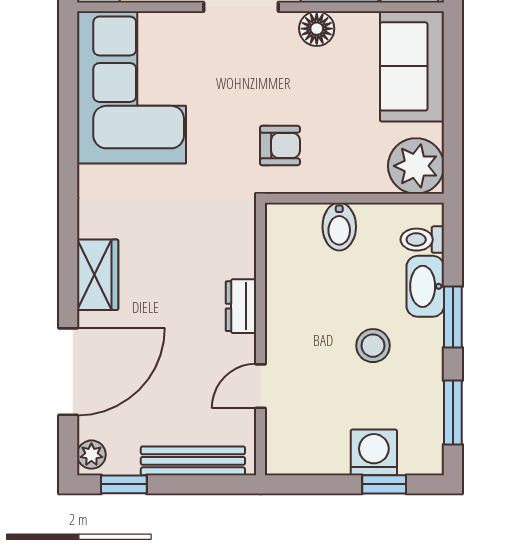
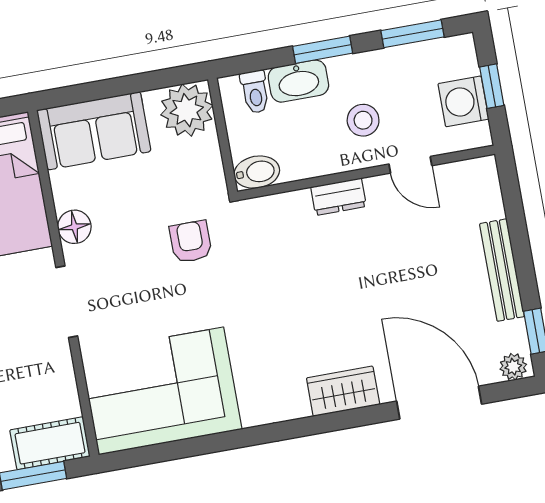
dresser: (241, 306) -> (339, 197), moved
wall: (261, 339) -> (366, 173), moved
door: (261, 386) -> (410, 165), moved

